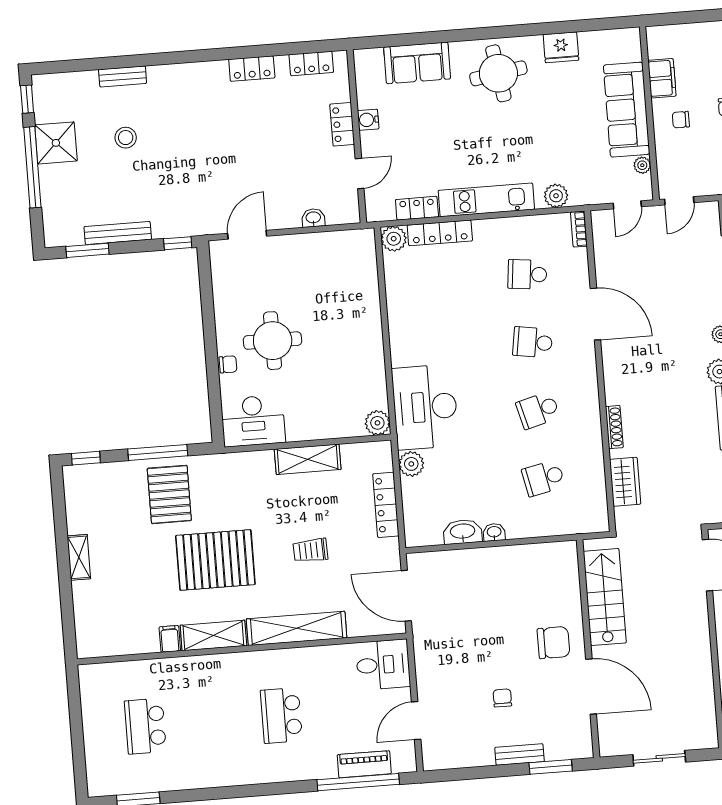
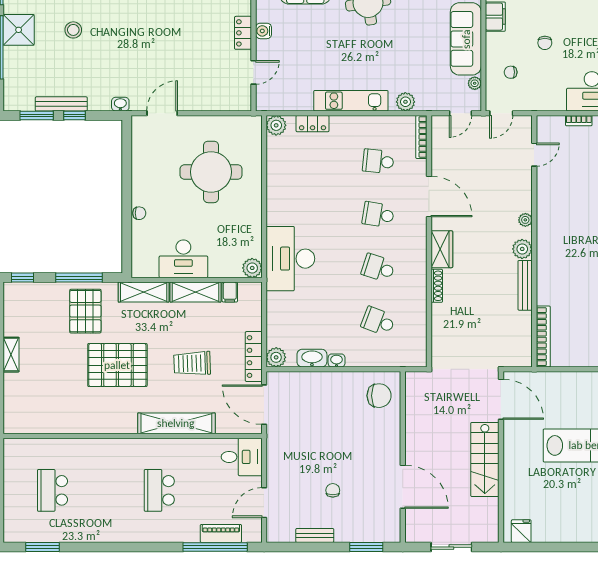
chair: (681, 120) -> (511, 72), moved
locker: (417, 208) -> (296, 103), removed
washbasin: (313, 218) -> (120, 104), moved
bookcase: (579, 229) -> (421, 137), width x1.56
locker: (440, 233) -> (313, 124), width x0.66
window: (178, 243) -> (74, 116), moved
round table: (273, 341) -> (211, 172), moved, width x1.36, depth x1.36
school desk: (538, 410) -> (378, 268), turned 33
desk: (253, 421) -> (183, 259), moved
plant: (411, 464) -> (276, 357), moved
school desk: (543, 478) -> (378, 321), turned 33
wardrobe: (625, 482) -> (442, 249), moved
locker: (386, 505) -> (254, 357), moved
trolley: (311, 550) -> (192, 363), width x1.36, depth x1.39
stairs: (605, 597) -> (485, 459), moved, turned 180
shelving: (213, 635) -> (144, 292), moved
filing cabinet: (170, 639) -> (230, 292), moved, turned 180
chair: (553, 643) -> (379, 396), moved
bench: (520, 755) -> (315, 535), moved

